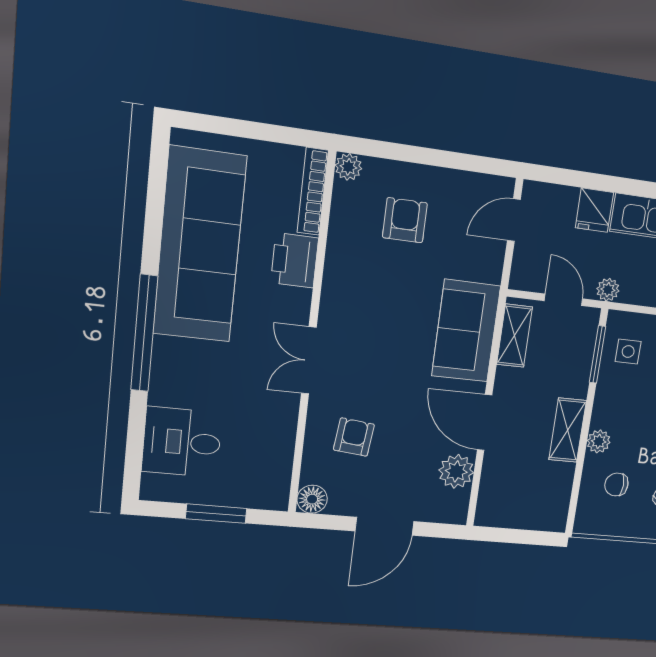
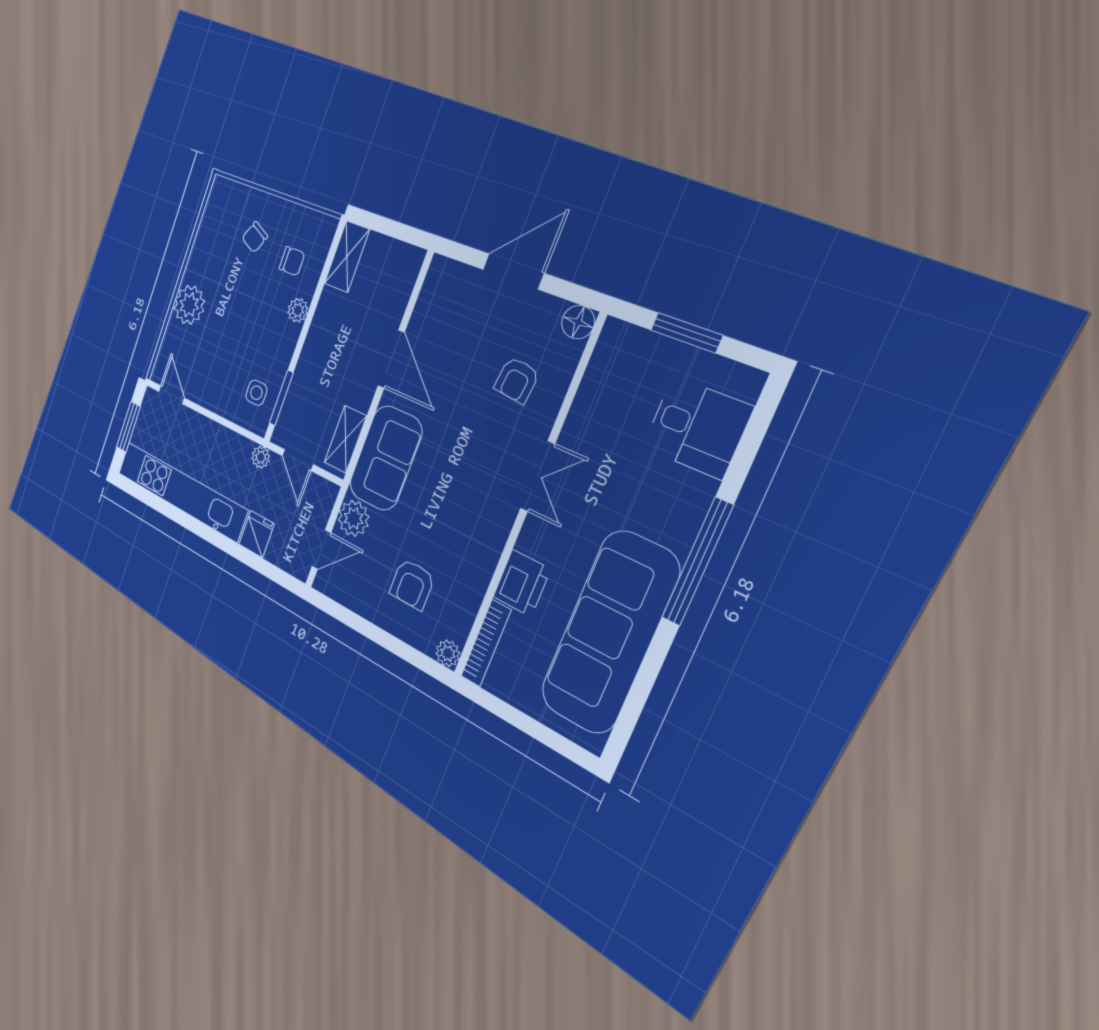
shelving: (568, 430) -> (347, 257), moved
plant: (456, 471) -> (354, 518), moved

